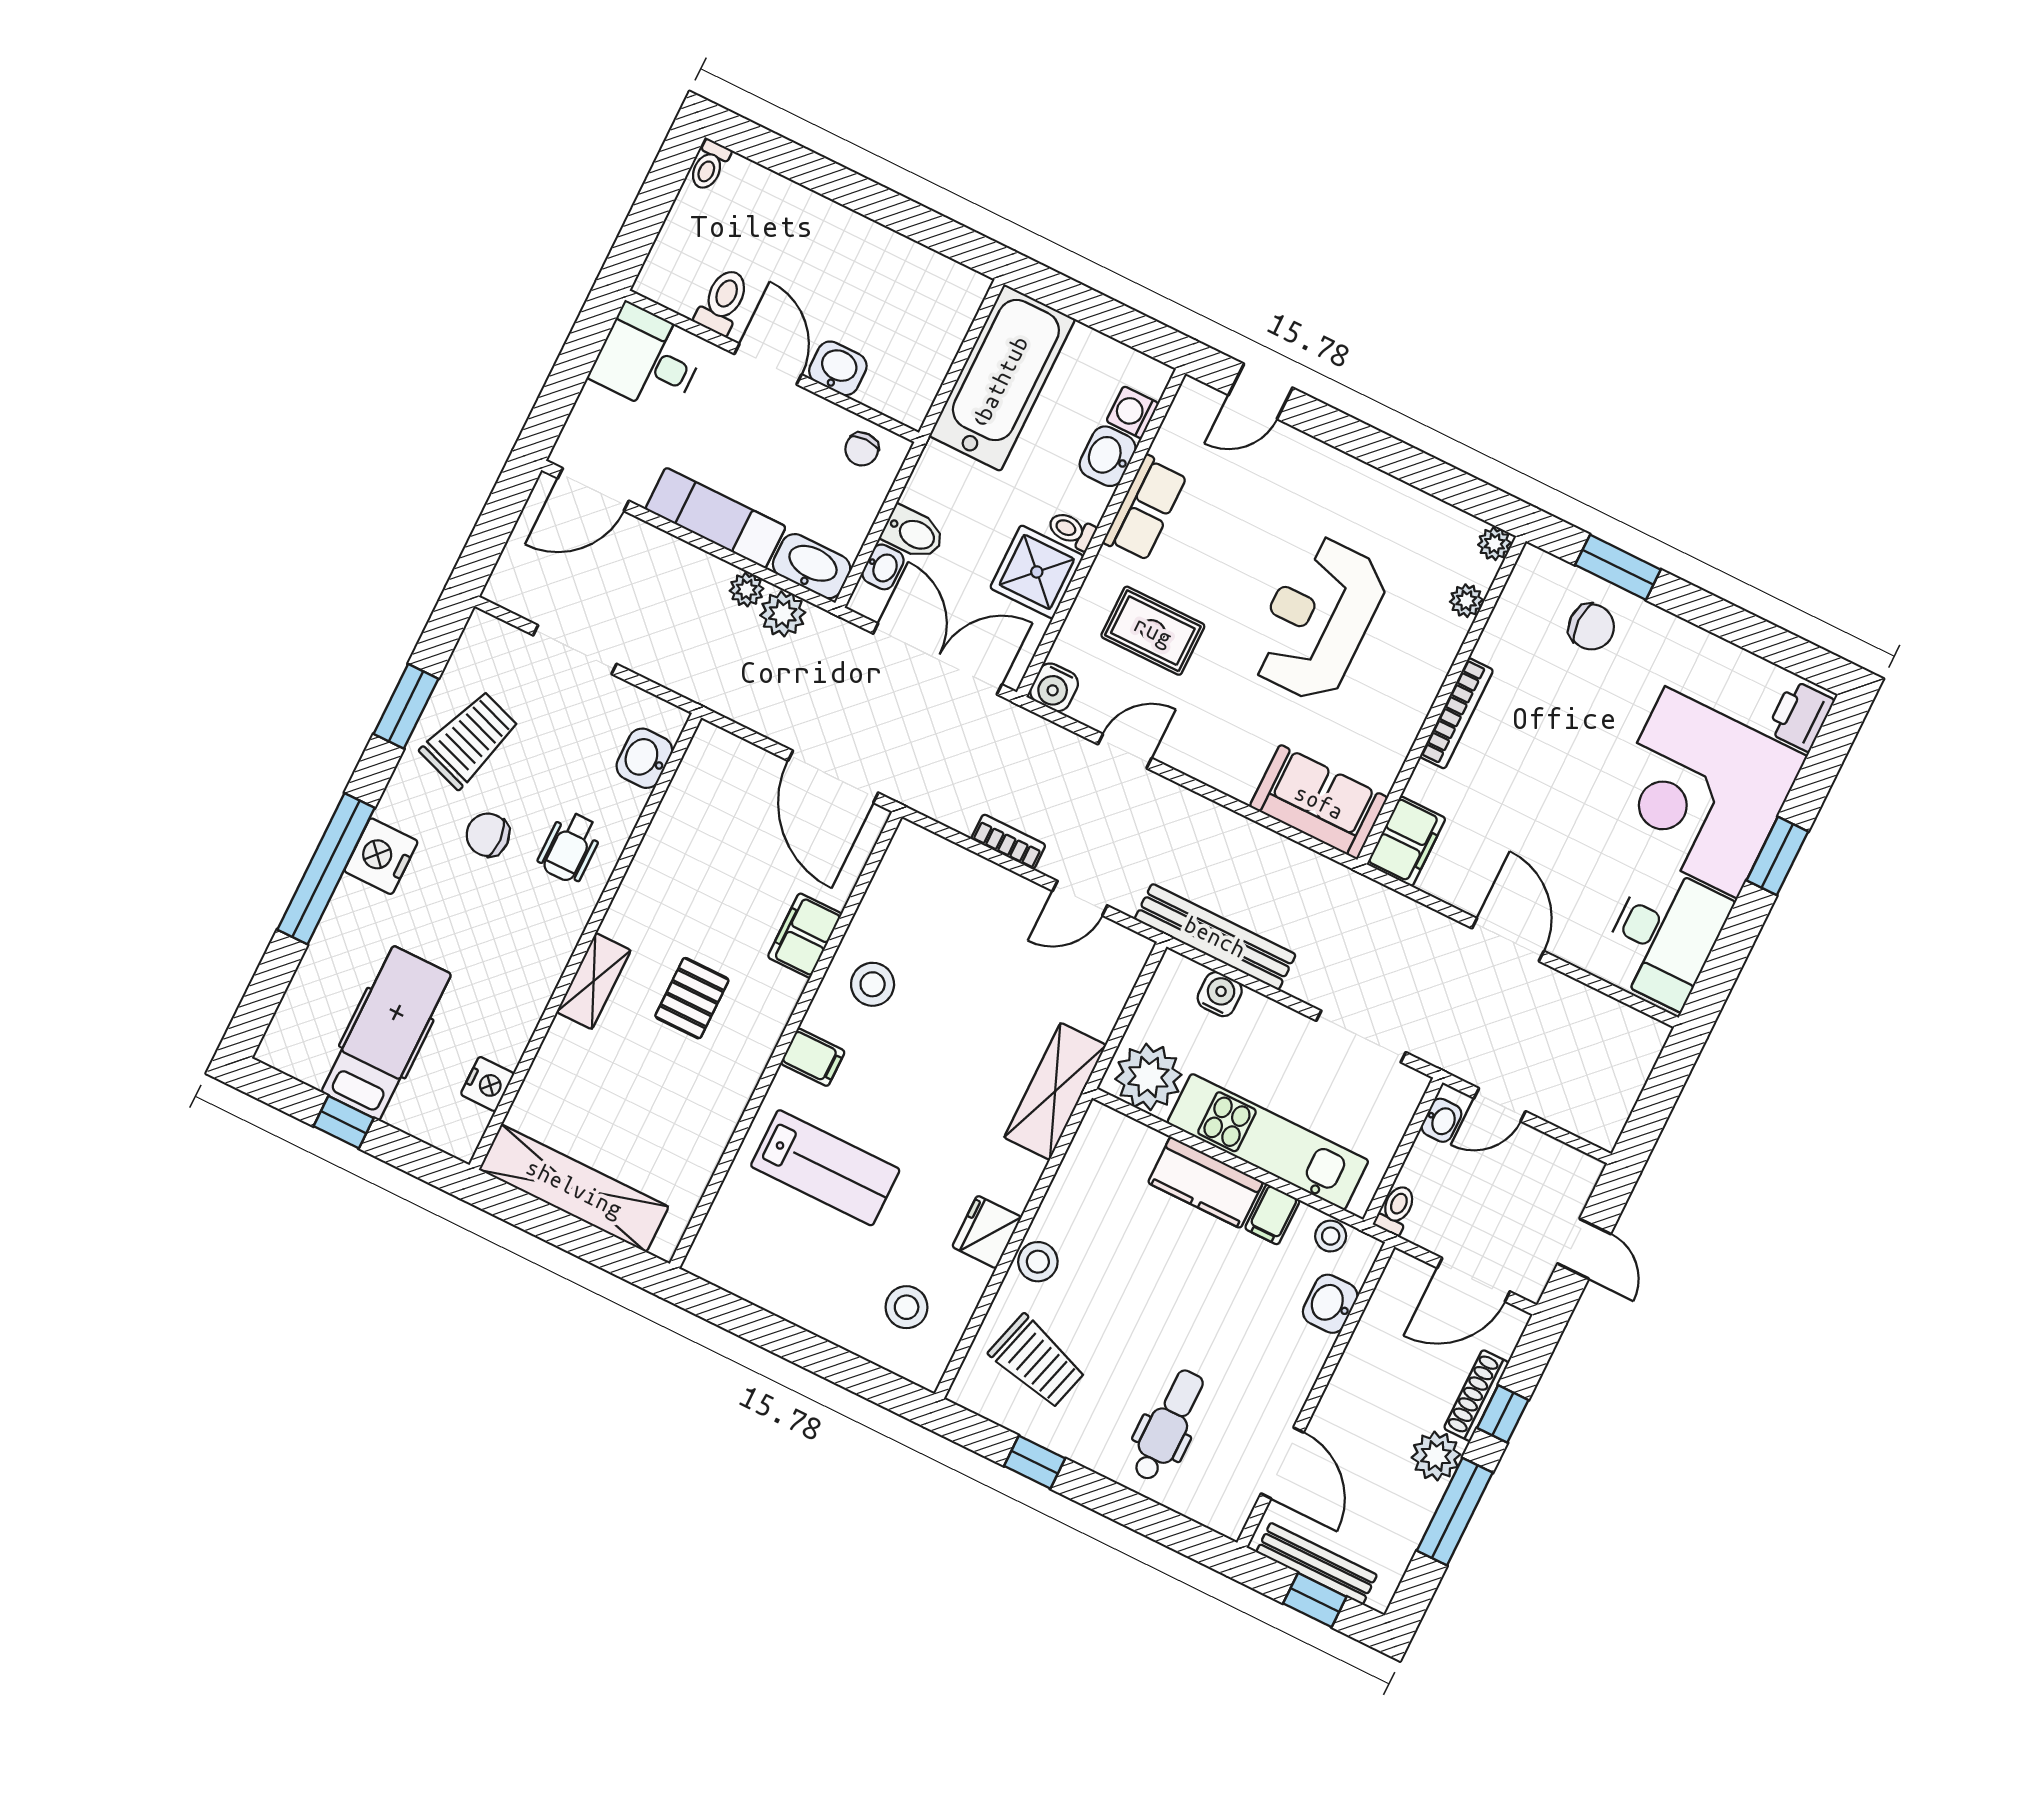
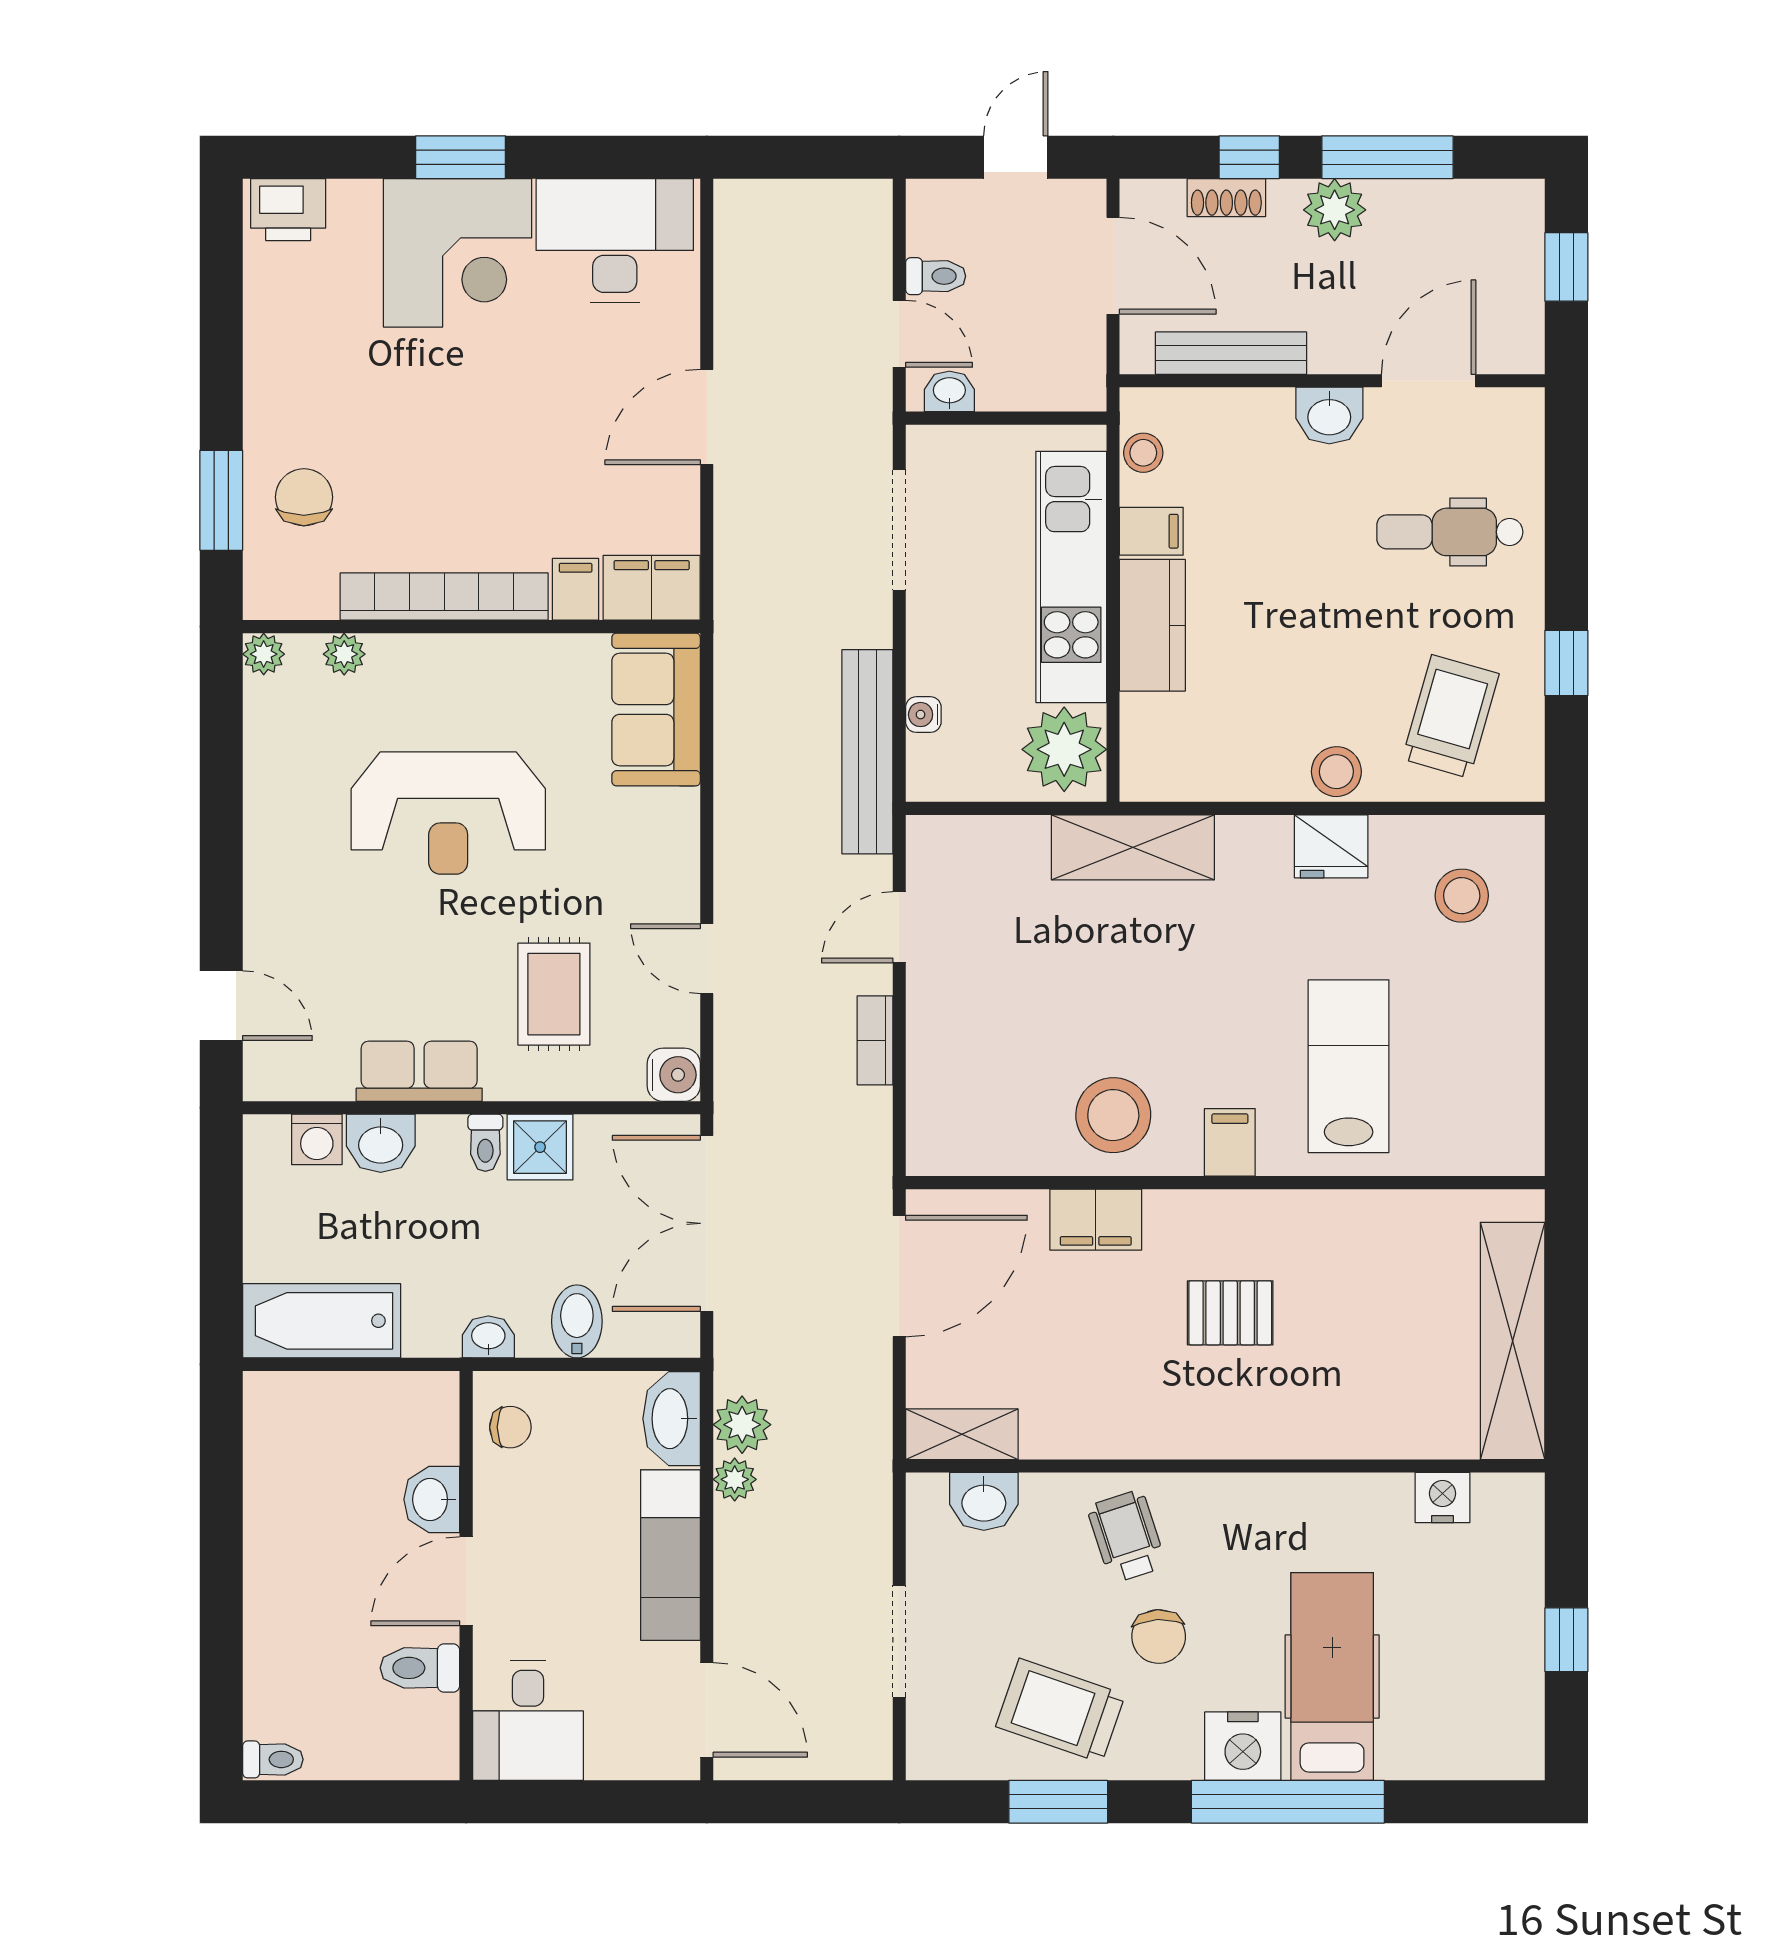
bathtub: (1002, 378) -> (322, 1321), width x0.73, depth x0.73
washbasin: (883, 567) -> (488, 1337), moved
shower: (1037, 572) -> (540, 1147), width x0.73, depth x0.73
bookcase: (1457, 713) -> (444, 597), width x1.48, depth x1.31
filing cabinet: (1432, 787) -> (576, 589), added
corner desk: (1701, 792) -> (458, 253), width x0.74, depth x0.74
wheelchair: (570, 847) -> (1126, 1536), turned -108
door: (1080, 898) -> (899, 927), swing flipped
shelving: (594, 981) -> (962, 1434), moved
stool: (873, 984) -> (1113, 1115), width x1.38, depth x1.38
water cooler: (1220, 994) -> (923, 715), width x0.72, depth x0.72
hospital bed: (386, 1033) -> (1332, 1676), moved, turned 90
toilet: (1396, 1210) -> (936, 276), moved, turned 180
washbasin: (1330, 1304) -> (1329, 415), moved
shoe rack: (1476, 1396) -> (1226, 198), width x0.70
bench: (1317, 1564) -> (1231, 353), moved, turned 90

